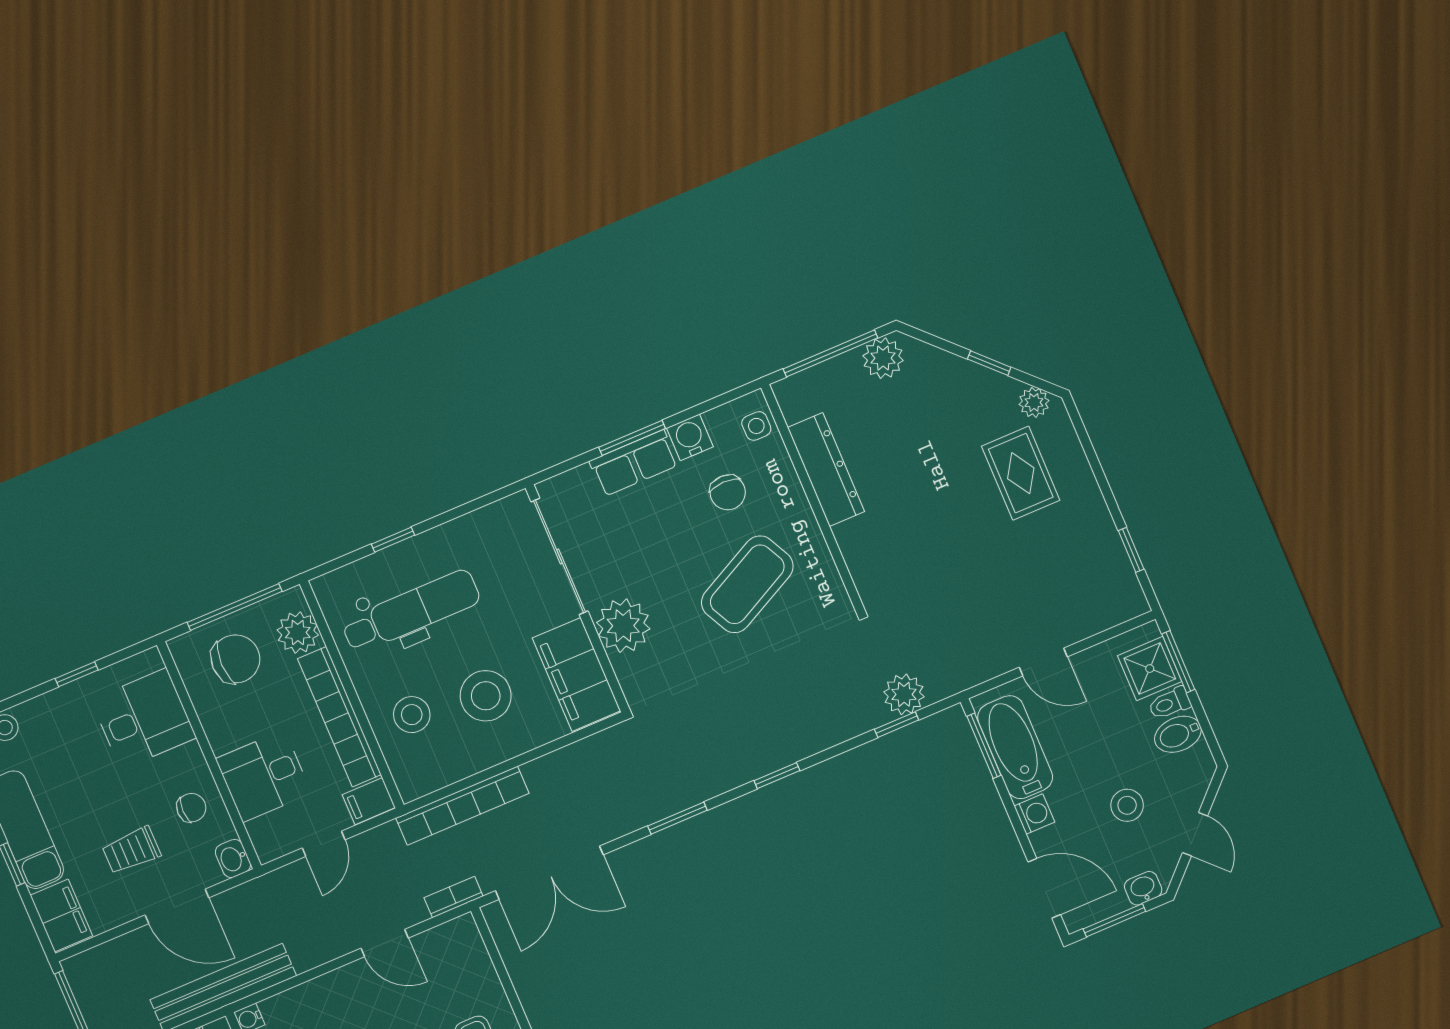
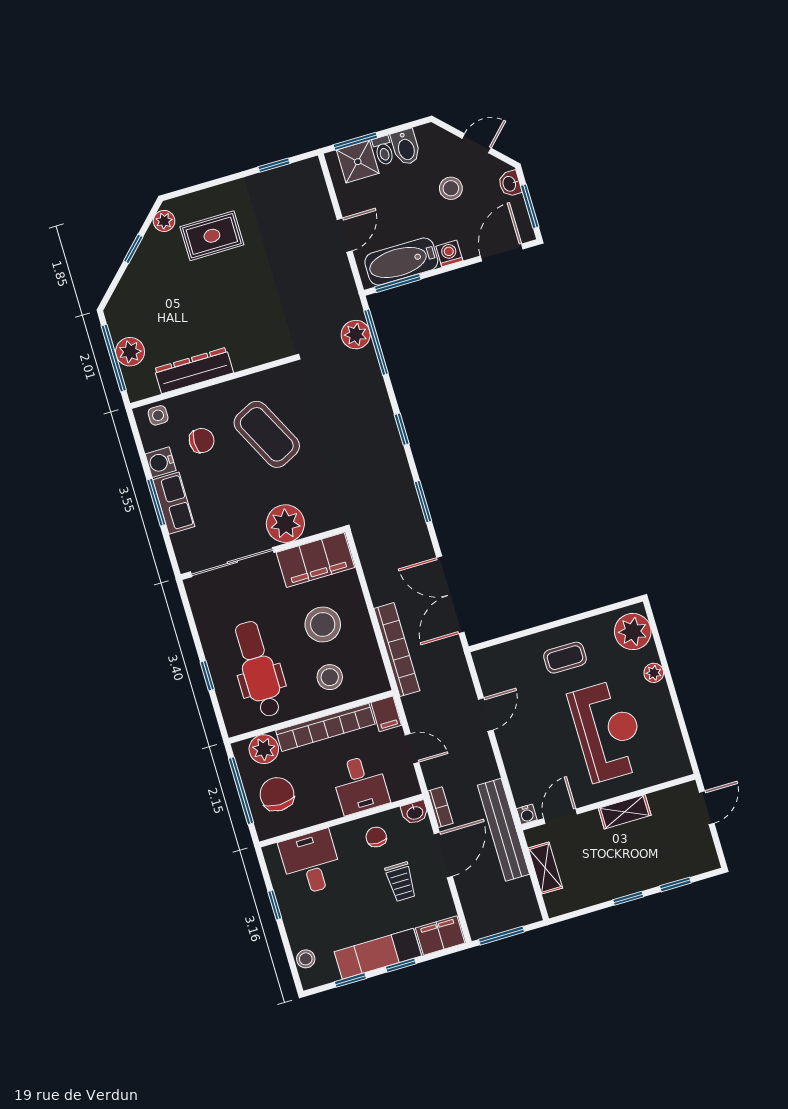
plant: (883, 358) -> (130, 352), moved
window: (897, 725) -> (376, 342), width x2.17
double door: (549, 873) -> (450, 595), swing flipped
bookcase: (454, 897) -> (440, 807), moved, turned 180

